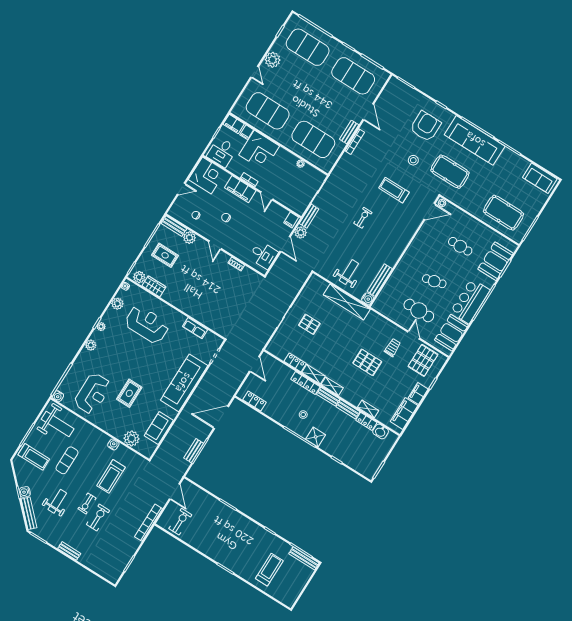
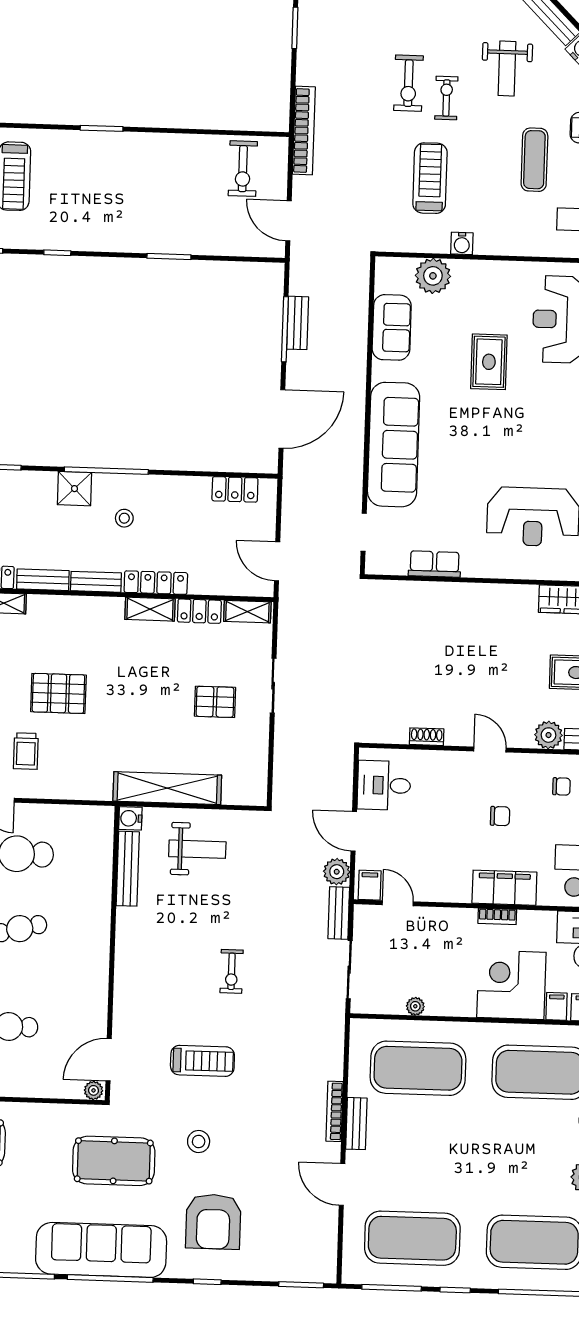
door: (267, 196) -> (398, 903), moved
weight bench: (349, 272) -> (197, 849), turned -90
shelving: (332, 386) -> (247, 612), moved

